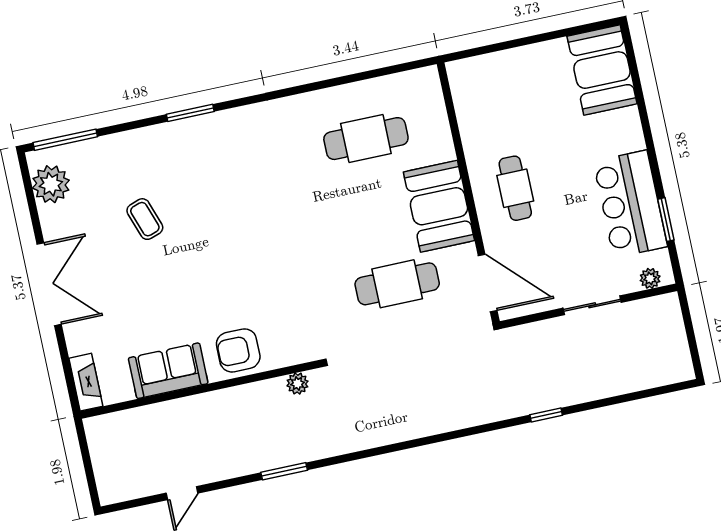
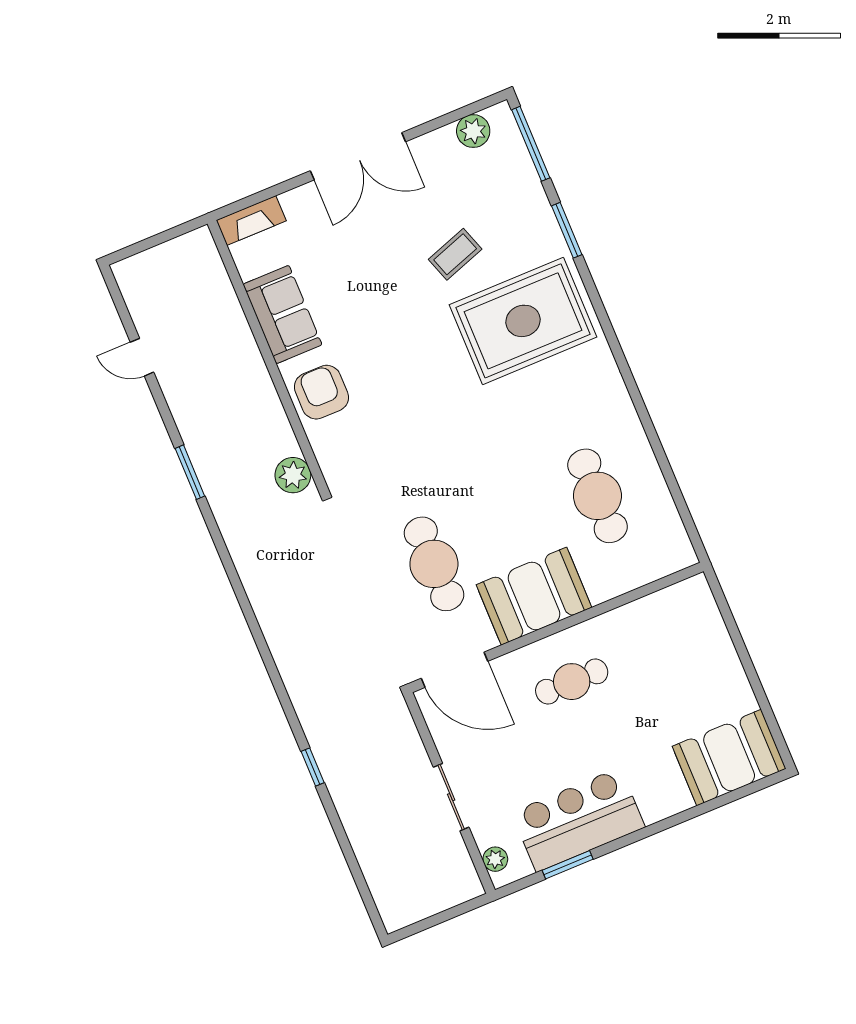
window: (190, 113) -> (567, 230), moved
rug: (210, 173) -> (523, 321), added
plant: (51, 184) -> (473, 131), width x0.73, depth x0.73
door: (488, 283) -> (455, 670), hinge flipped
plant: (297, 384) -> (293, 475), width x1.38, depth x1.38

